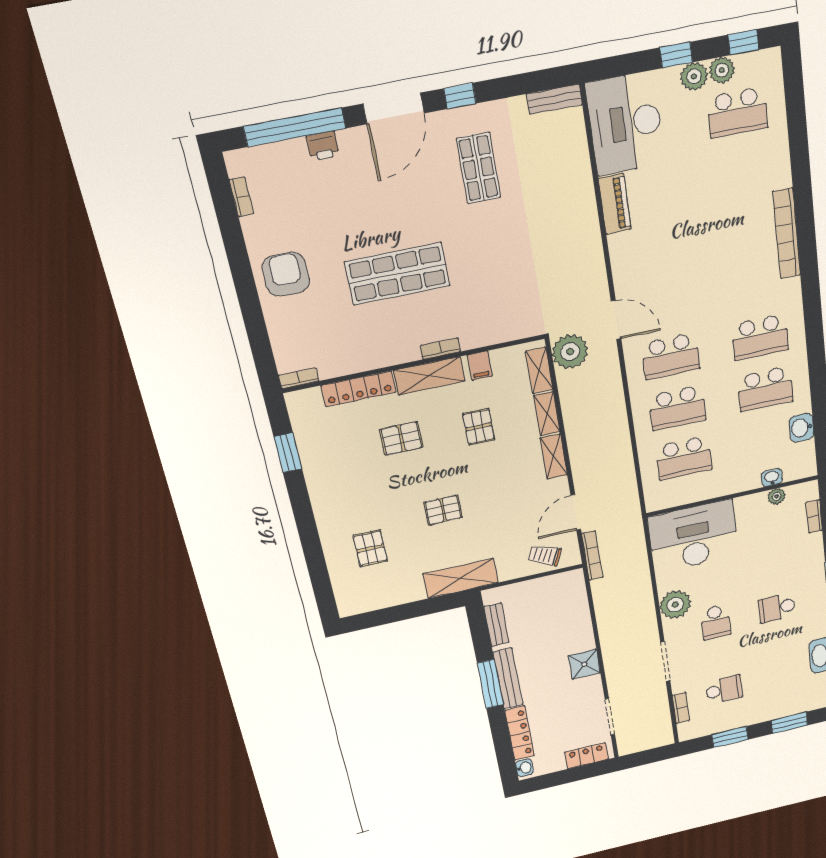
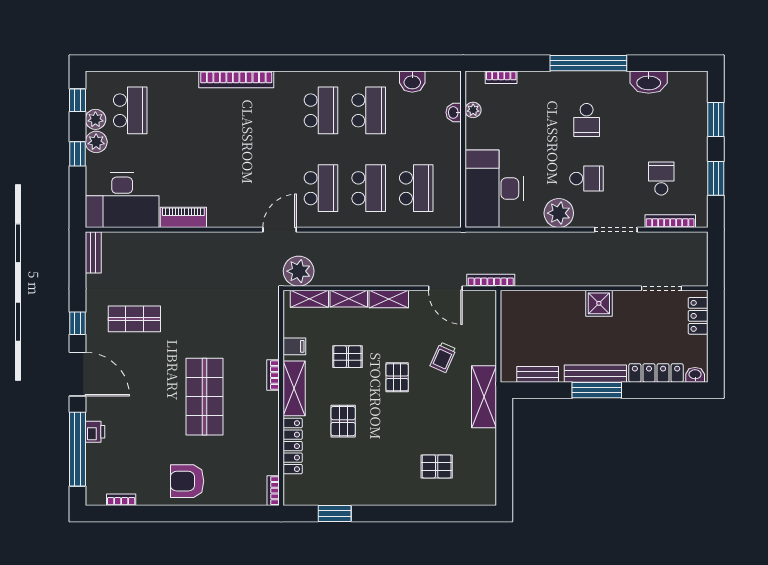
pallet: (443, 510) -> (397, 377), moved
trolley: (545, 555) -> (443, 357), moved
bookcase: (681, 708) -> (670, 221), width x1.56

